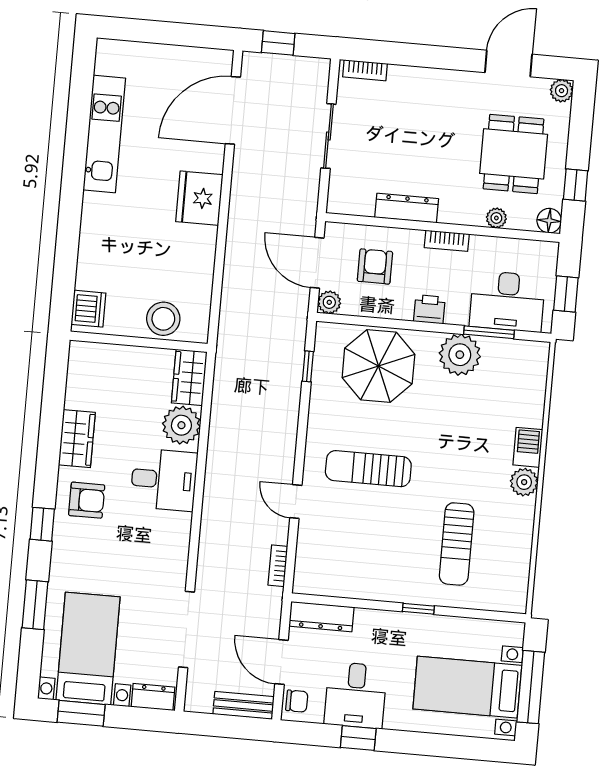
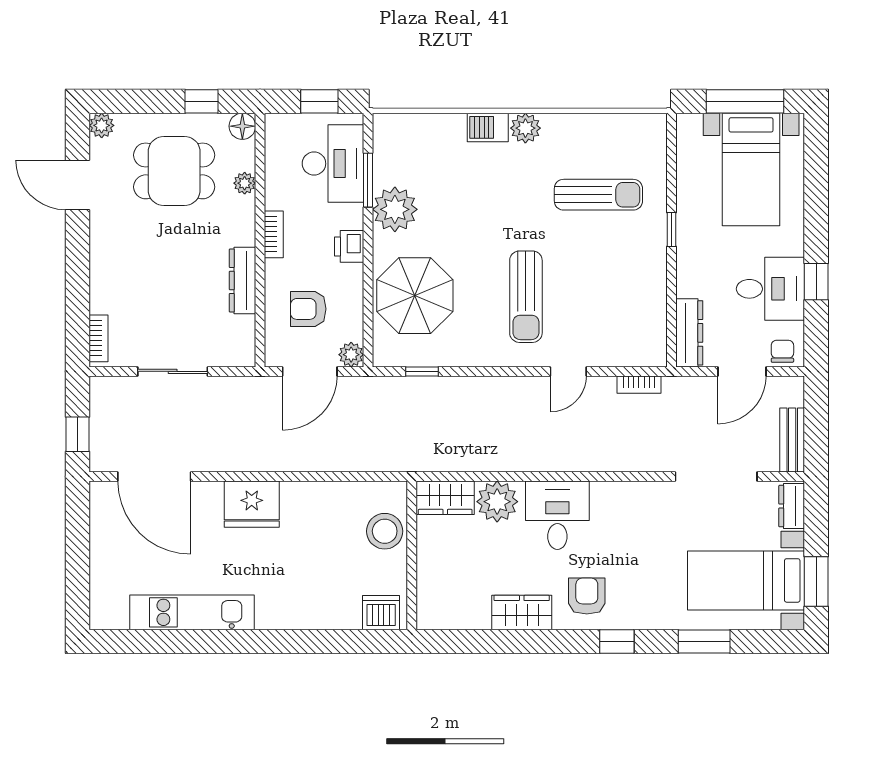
bench: (244, 705) -> (792, 440), moved

